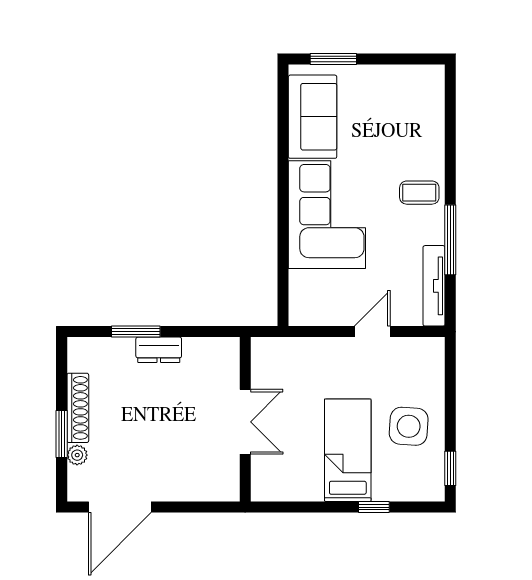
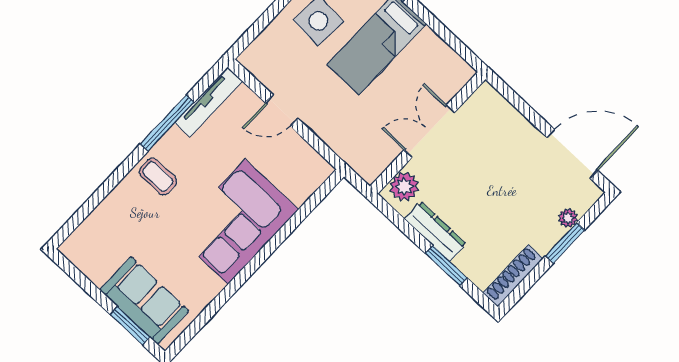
sofa: (313, 117) -> (144, 300), moved, turned 90
dresser: (159, 350) -> (435, 231), width x1.44
plant: (225, 362) -> (404, 187), added
shoe rack: (78, 408) -> (513, 276), moved

